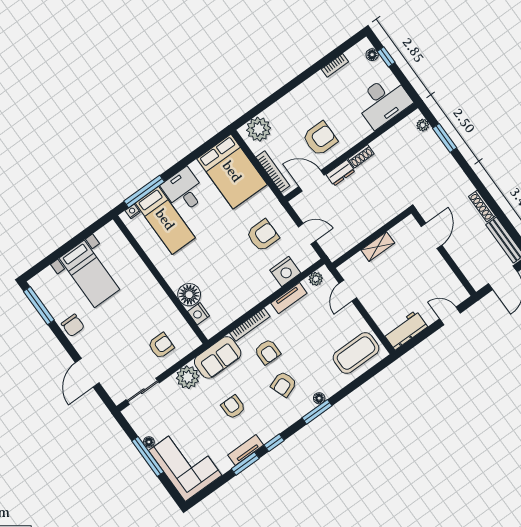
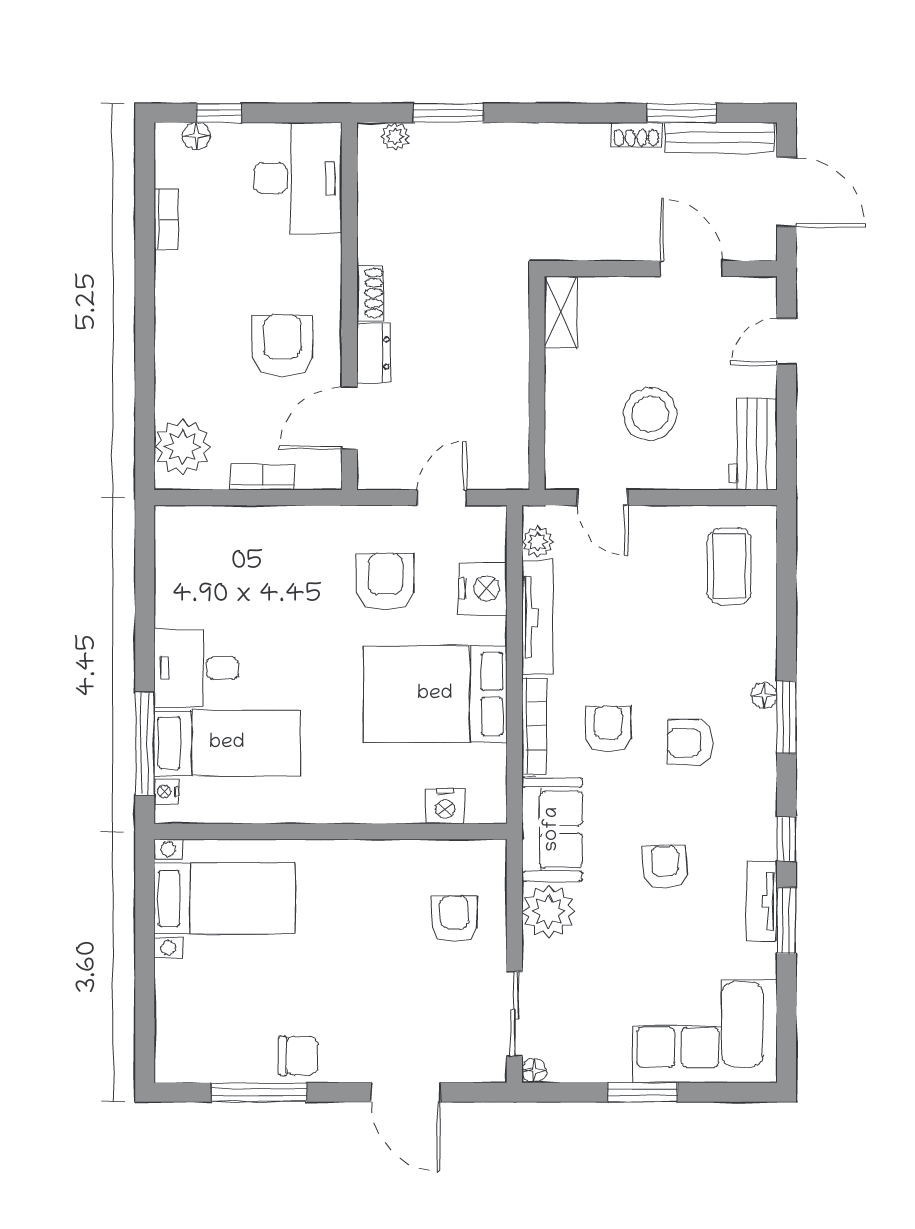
bed: (232, 172) -> (435, 694), moved, turned 180
bookcase: (273, 172) -> (263, 477), width x0.64
shoe rack: (482, 206) -> (636, 135), width x0.70
window: (504, 220) -> (682, 113), added
door: (431, 236) -> (691, 269), moved
shelving: (378, 247) -> (561, 312), moved
bed with nightstands: (89, 274) -> (224, 898), moved
stool: (389, 286) -> (650, 414), added
floor lamp: (189, 295) -> (397, 798), removed
tv unit: (289, 298) -> (537, 617), width x1.41
window: (39, 306) -> (259, 1092), moved
armchair: (267, 352) -> (608, 729), turned -90
coffee table: (356, 353) -> (729, 566), width x0.73, depth x0.76
armchair: (284, 384) -> (690, 742), turned 110
armchair: (233, 407) -> (665, 867), turned 87
floor lamp: (149, 442) -> (534, 1071), moved
window: (148, 457) -> (643, 1092), width x0.69

